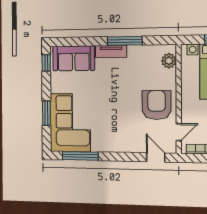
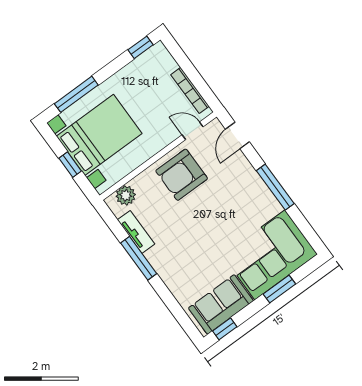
tv unit: (111, 51) -> (136, 232), moved
sofa: (74, 58) -> (221, 304), moved, turned -90
window: (80, 156) -> (275, 187), moved

